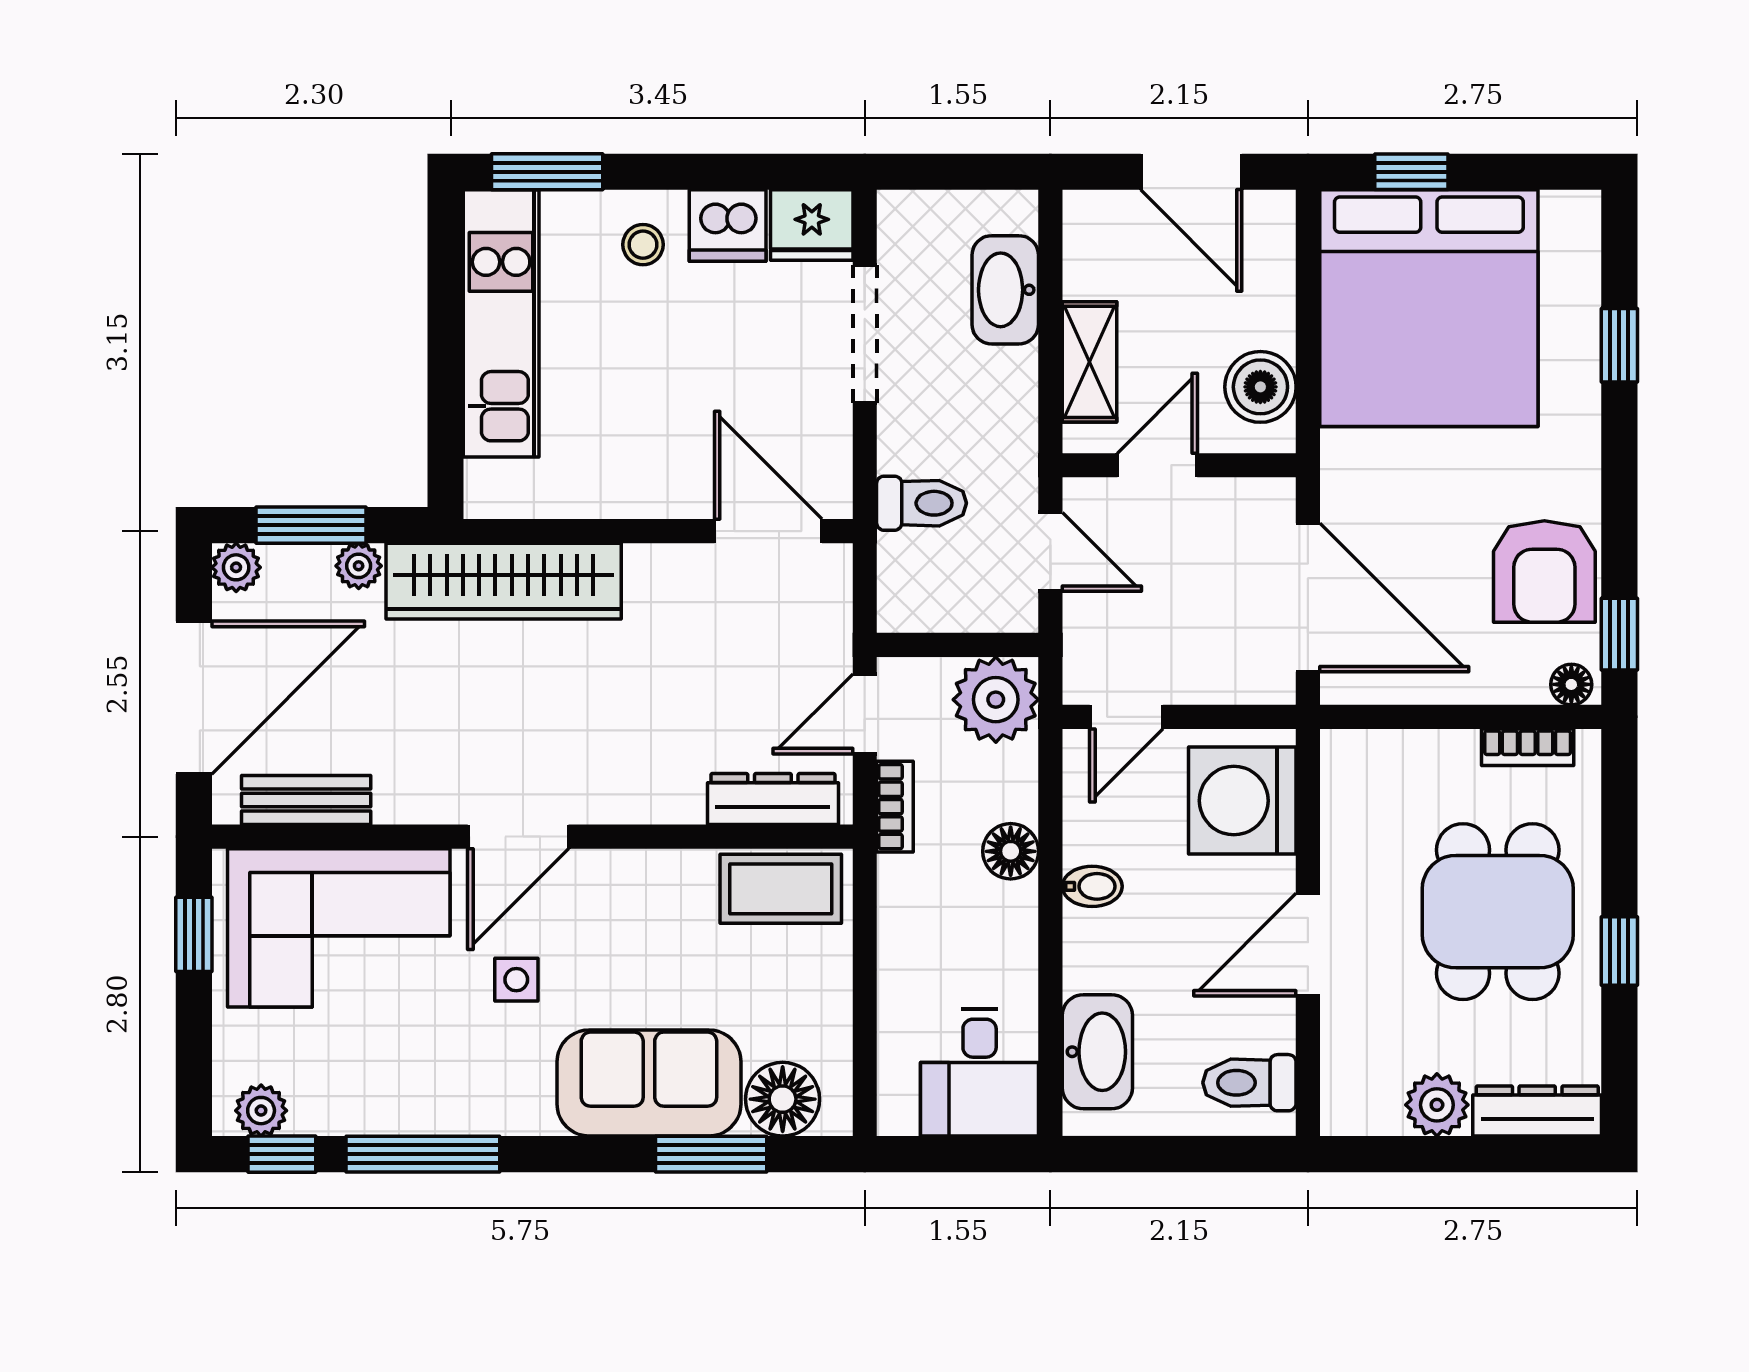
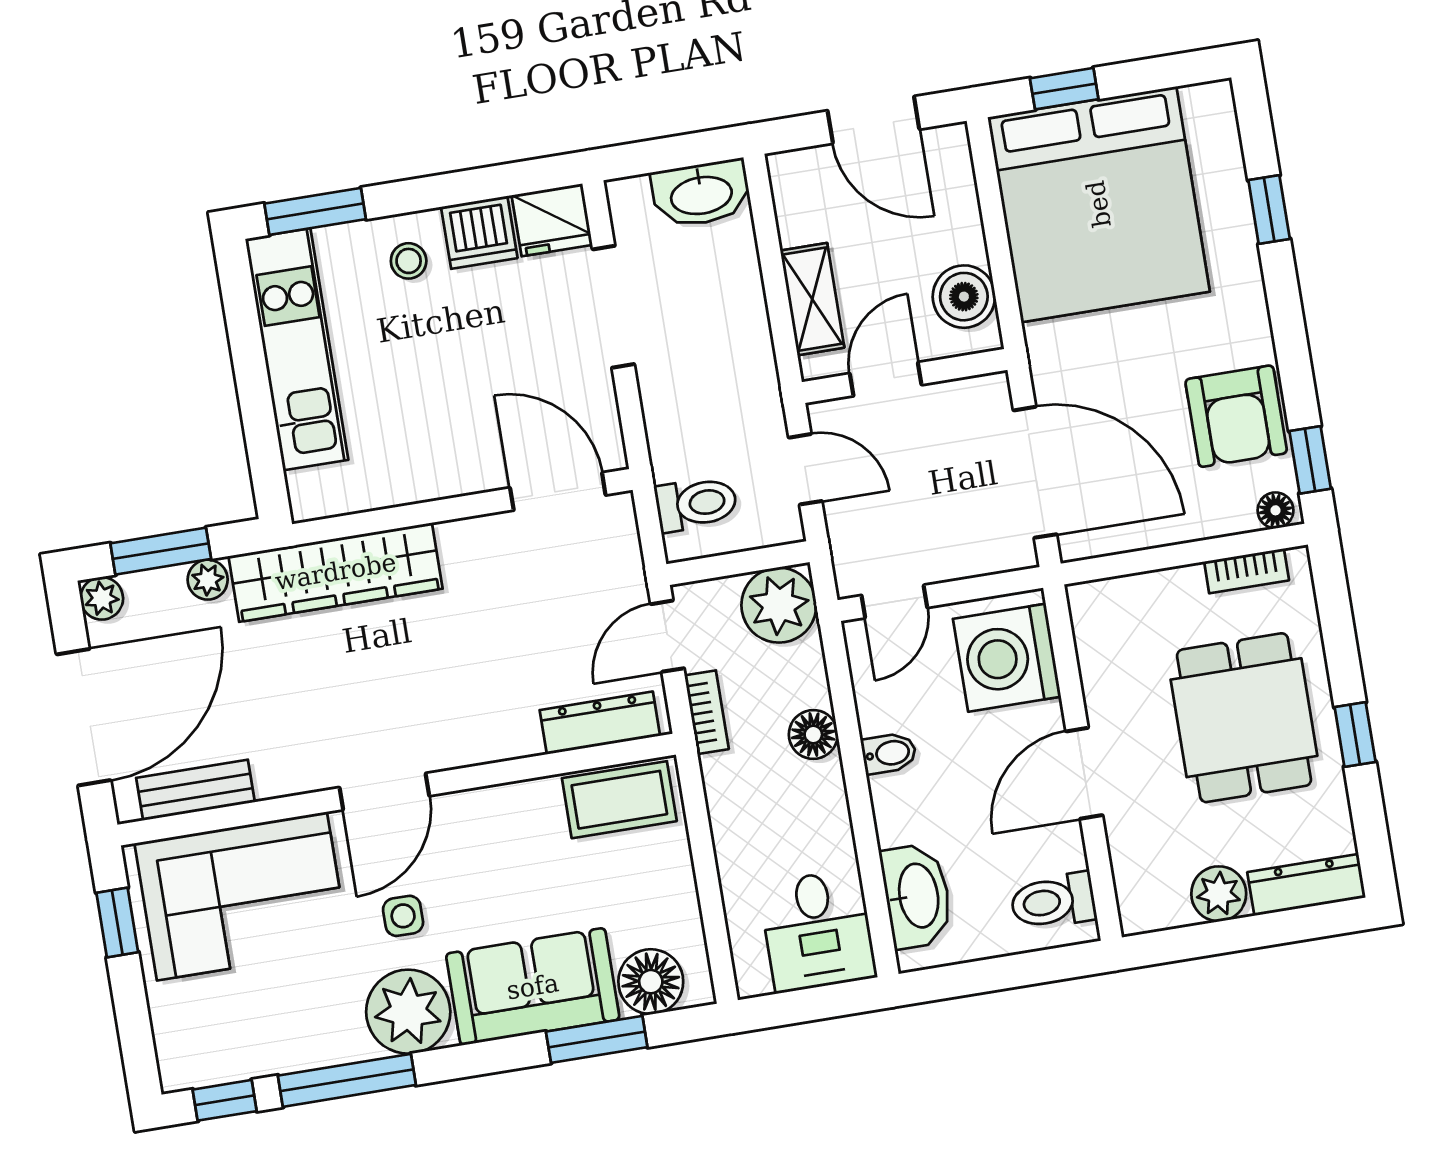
washbasin: (1005, 290) -> (701, 194), moved, turned -90
toilet: (922, 503) -> (696, 504), moved
plant: (261, 1111) -> (408, 1012), moved, width x1.88, depth x1.88

